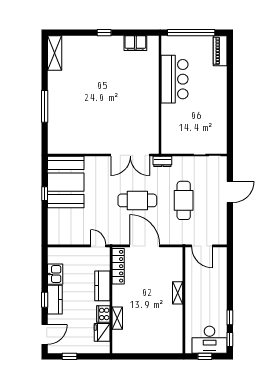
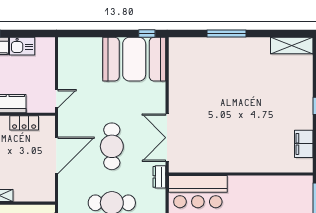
bar counter: (175, 79) -> (198, 192), moved
window: (45, 194) -> (147, 33), moved
locker: (118, 266) -> (24, 123), width x0.66

